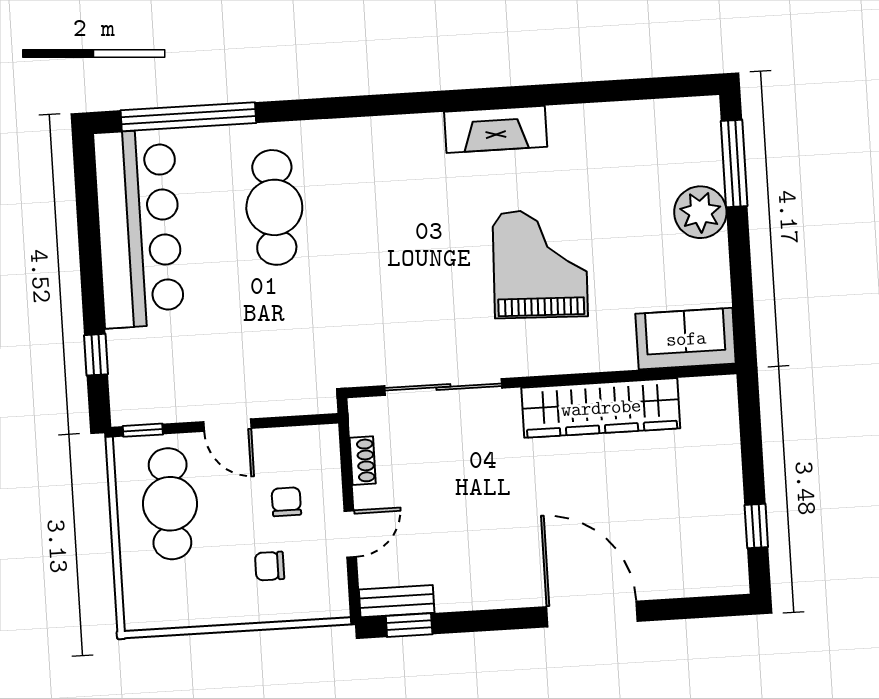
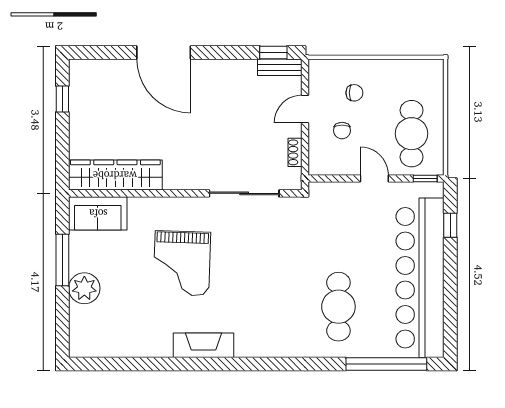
window: (734, 164) -> (62, 260), moved
bar counter: (139, 229) -> (420, 278), width x1.36
wardrobe: (601, 408) -> (115, 175), moved

